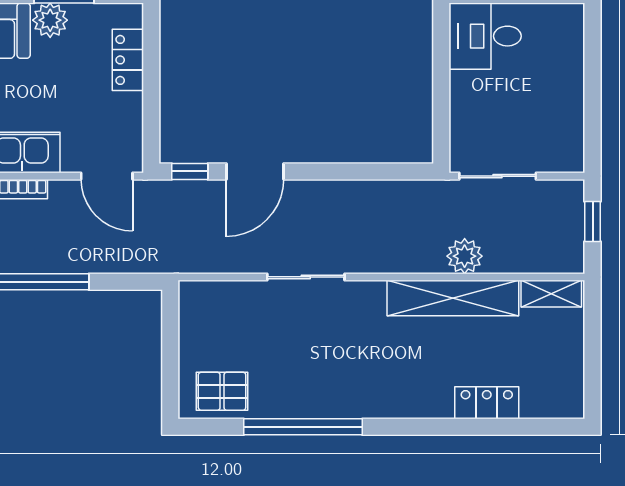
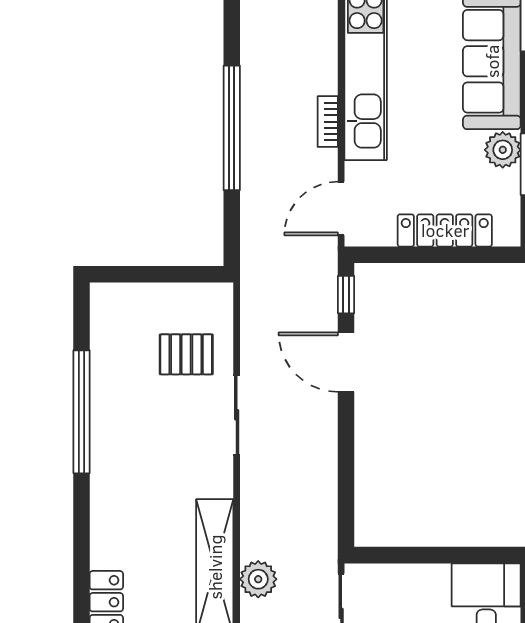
locker: (128, 60) -> (445, 230), width x1.53
pallet: (222, 391) -> (186, 354), moved, turned 90

